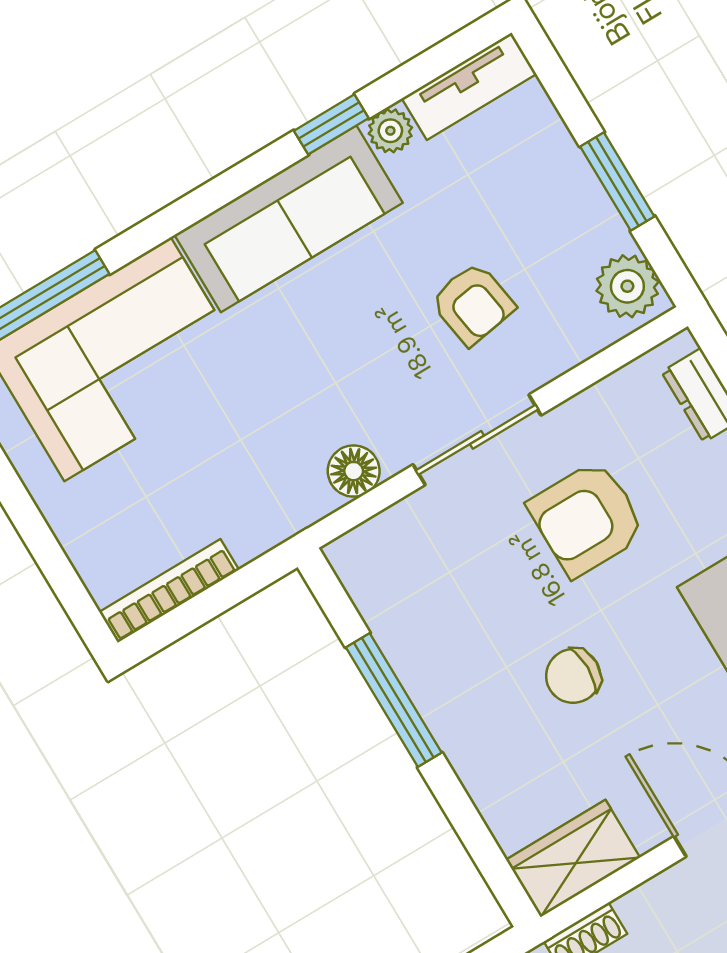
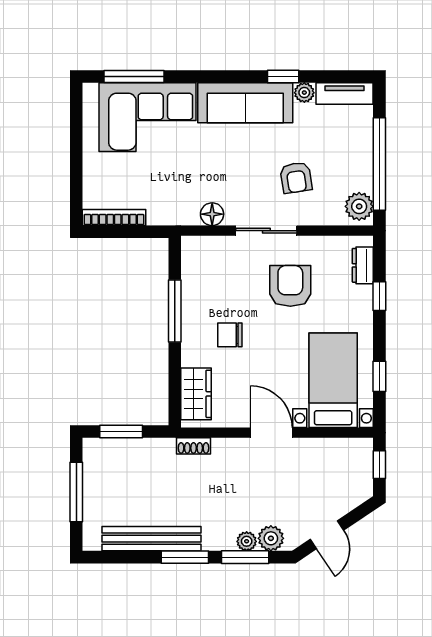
window: (617, 181) -> (379, 164), width x2.11
armchair: (587, 519) -> (290, 286), turned 90
chair: (573, 676) -> (230, 335), moved
wardrobe: (573, 859) -> (196, 394), moved, turned 90

